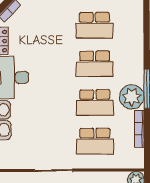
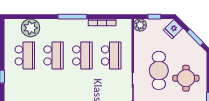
plant: (132, 97) -> (31, 28), moved

